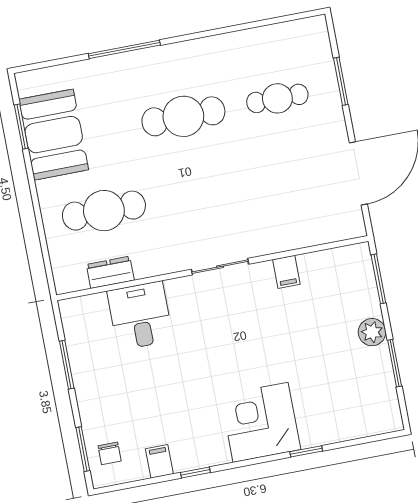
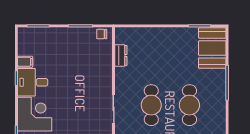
booth: (54, 135) -> (212, 48), moved, turned 90
cafe table: (104, 211) -> (151, 105), moved
desk: (140, 316) -> (33, 82), moved, turned 180
chair: (110, 453) -> (102, 34), moved

